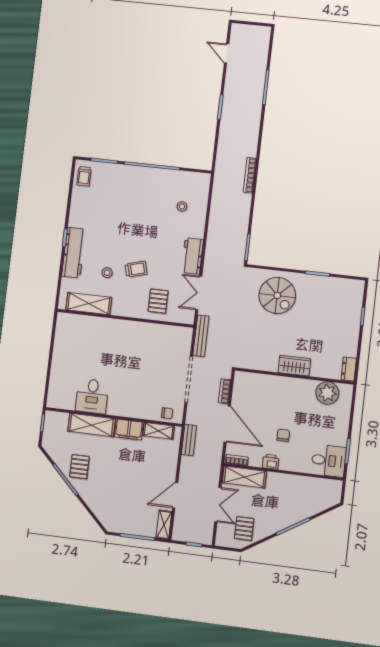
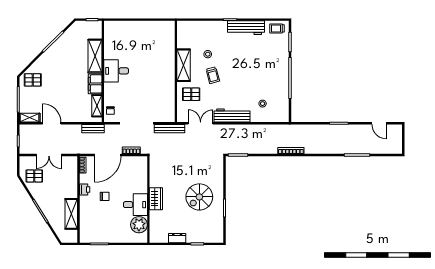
door: (227, 53) -> (379, 123), swing flipped
workbench: (74, 253) -> (246, 28), moved
workbench: (192, 256) -> (232, 116), width x1.38
spiral stairs: (277, 295) -> (199, 197), moved
shelving: (89, 304) -> (183, 65), moved
dresser: (349, 369) -> (177, 238), moved
desk: (92, 396) -> (116, 71), moved
desk: (329, 461) -> (135, 205), moved, turned -90
pallet: (79, 467) -> (33, 80), moved
shelving: (244, 477) -> (71, 214), moved

